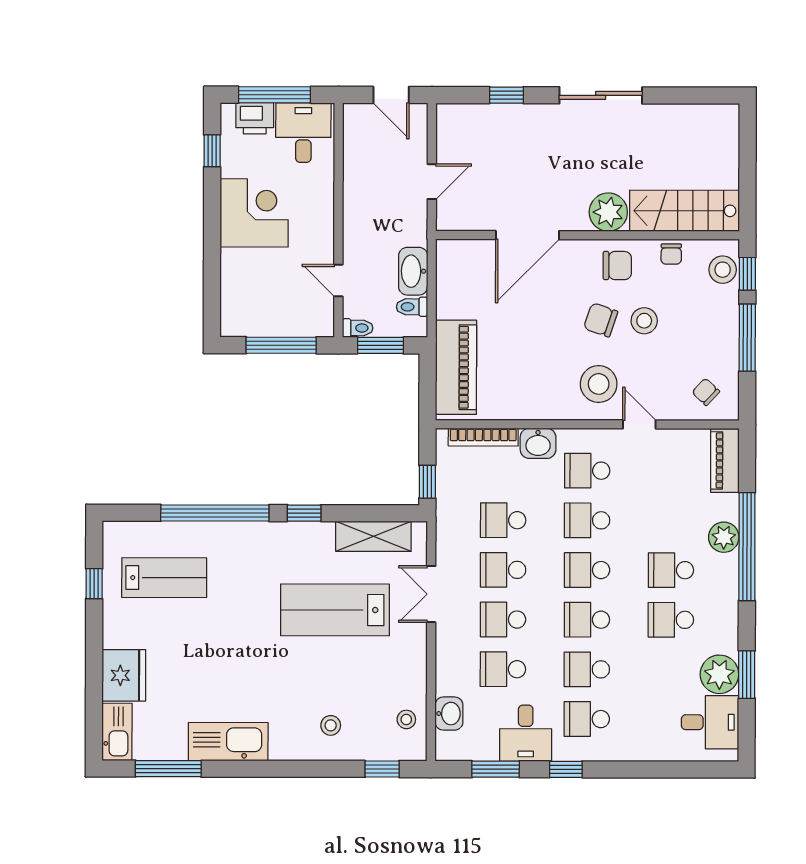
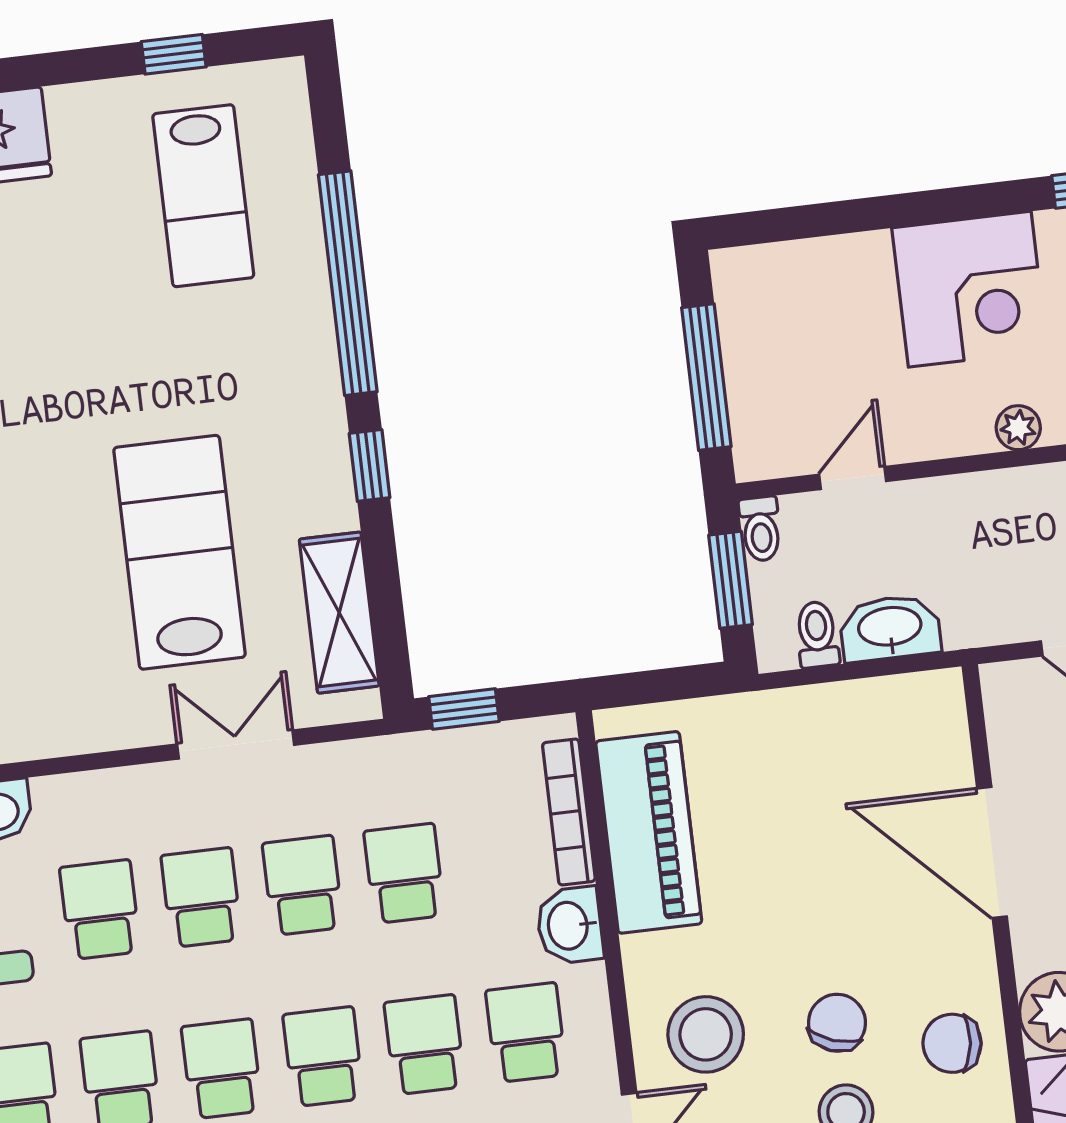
plant: (324, 198) -> (1018, 428), added
chair: (617, 266) -> (952, 1043), turned 97
piano: (456, 367) -> (649, 832), moved, turned -90

